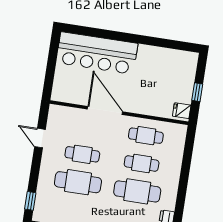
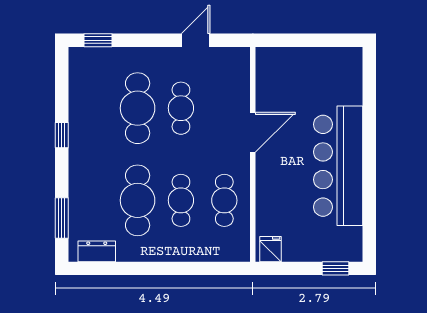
bar counter: (97, 53) -> (338, 166), moved
window: (197, 92) -> (336, 268), moved
door: (105, 110) -> (253, 132), width x0.73

